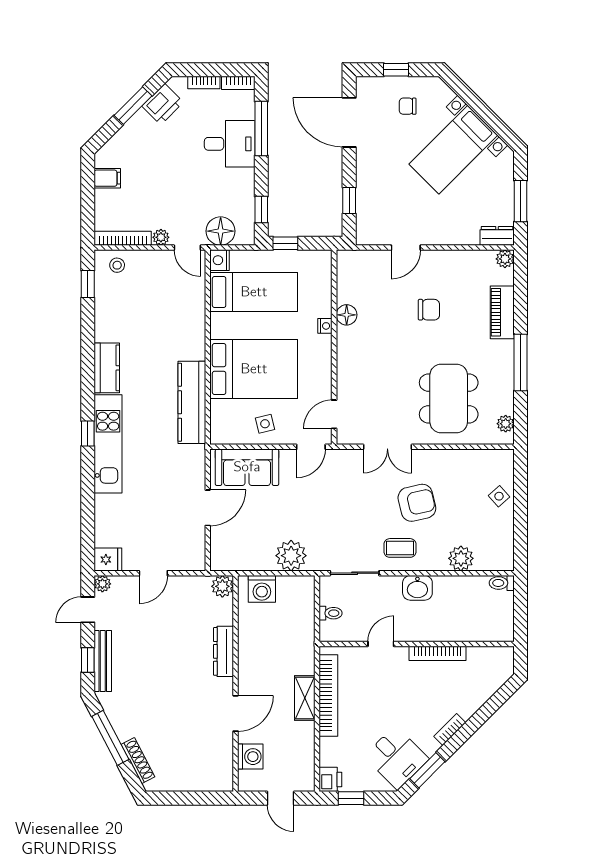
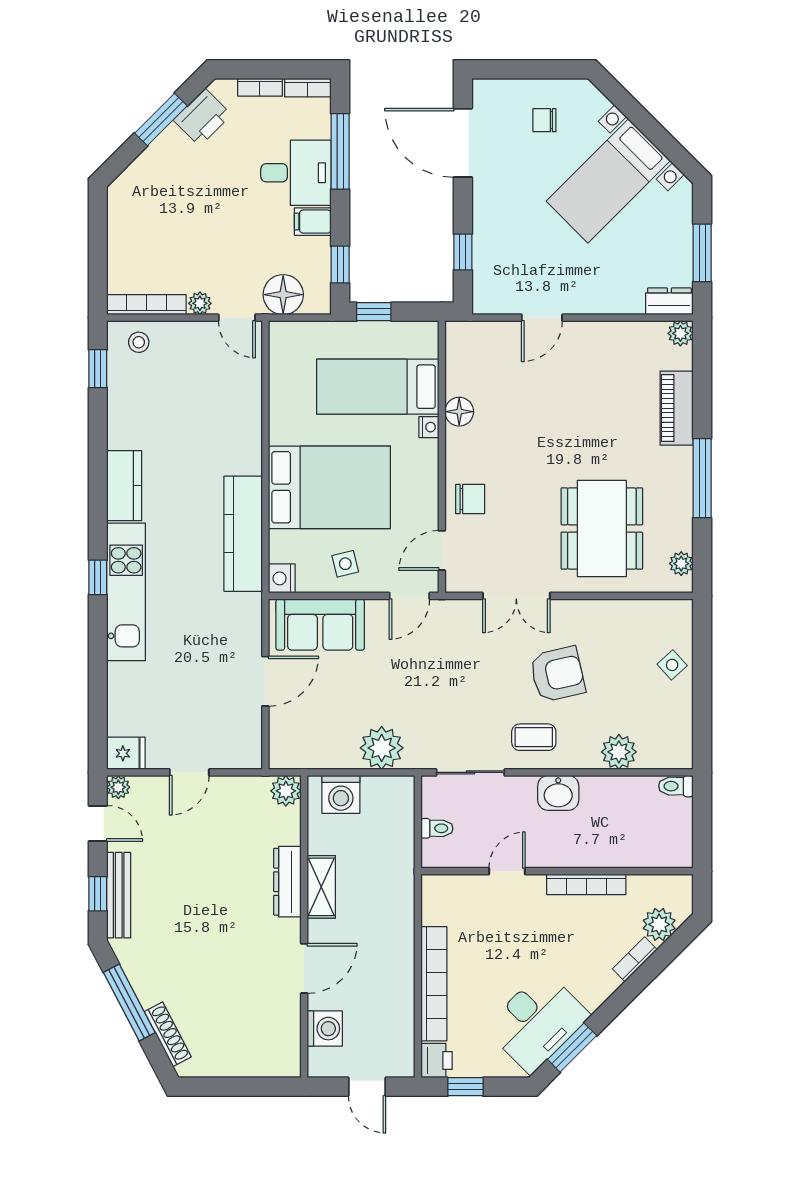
window: (396, 70) -> (528, 69), removed
filing cabinet: (107, 178) -> (313, 222), moved, turned 180
nightstand: (219, 260) -> (282, 578), moved
bed: (254, 292) -> (378, 387), moved, turned 180
chair: (429, 310) -> (470, 499), moved
door: (88, 610) -> (98, 823), swing flipped
plant: (490, 682) -> (659, 924), added
bookcase: (328, 696) -> (434, 984), moved
shelving: (305, 698) -> (321, 887), moved
bookcase: (450, 730) -> (635, 959), moved
desk: (396, 758) -> (537, 1022), width x1.37

